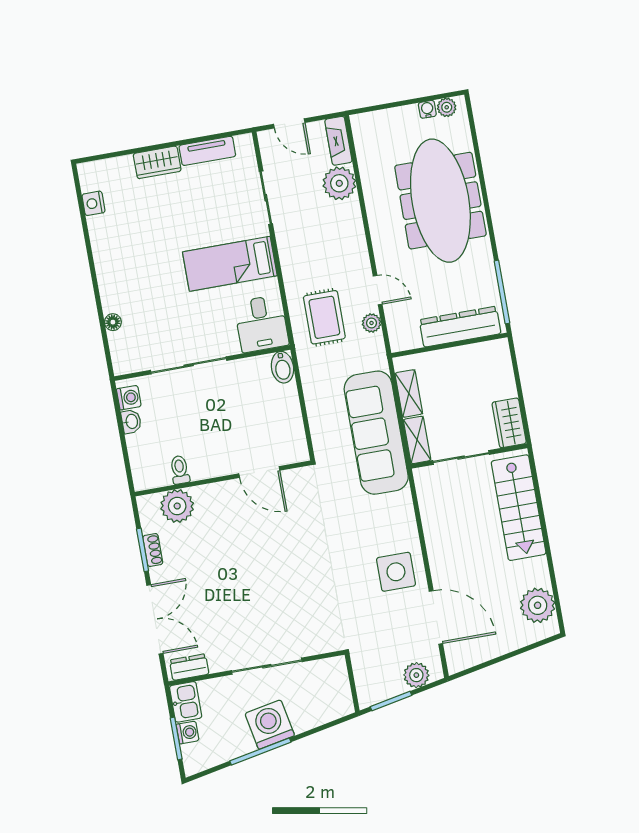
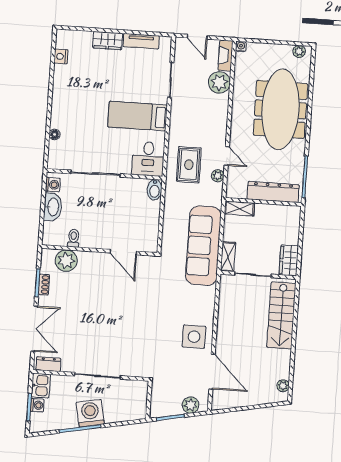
water cooler: (427, 109) -> (241, 47), moved
shelving: (409, 393) -> (239, 209), moved, turned 90
washbasin: (131, 422) -> (53, 207), width x1.91, depth x1.45
plant: (538, 605) -> (283, 386), width x0.53, depth x0.53

